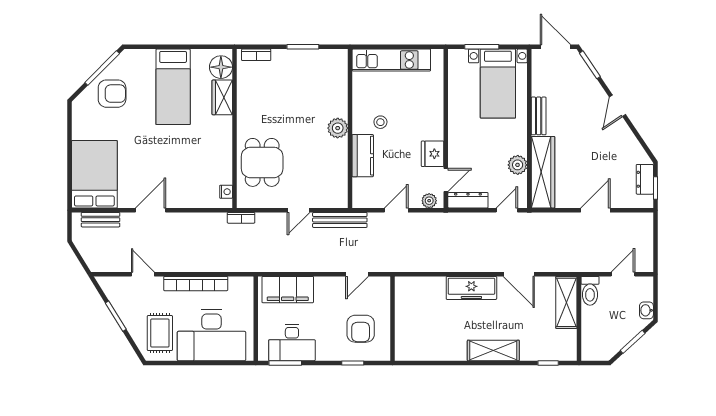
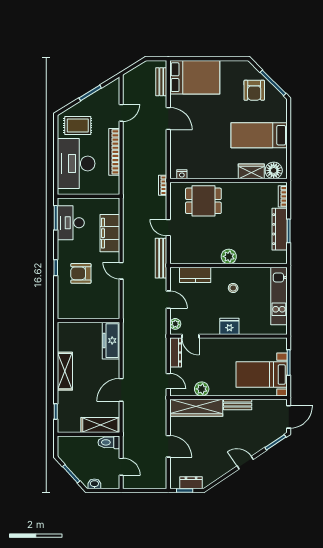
dresser: (301, 59) -> (280, 229), added
fridge: (433, 154) -> (229, 326), moved
kitchen counter: (363, 156) -> (195, 275), moved
freezer: (471, 288) -> (111, 341), moved
filing cabinet: (288, 290) -> (110, 233), moved
wall: (393, 319) -> (88, 320), moved

